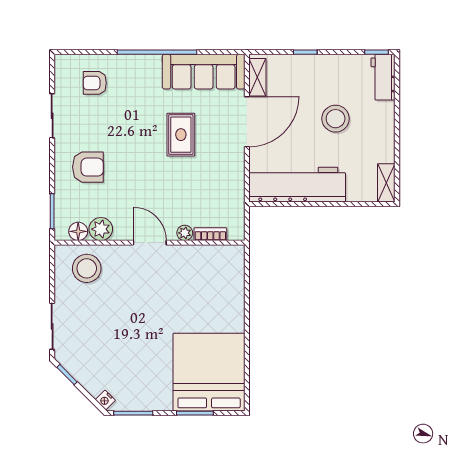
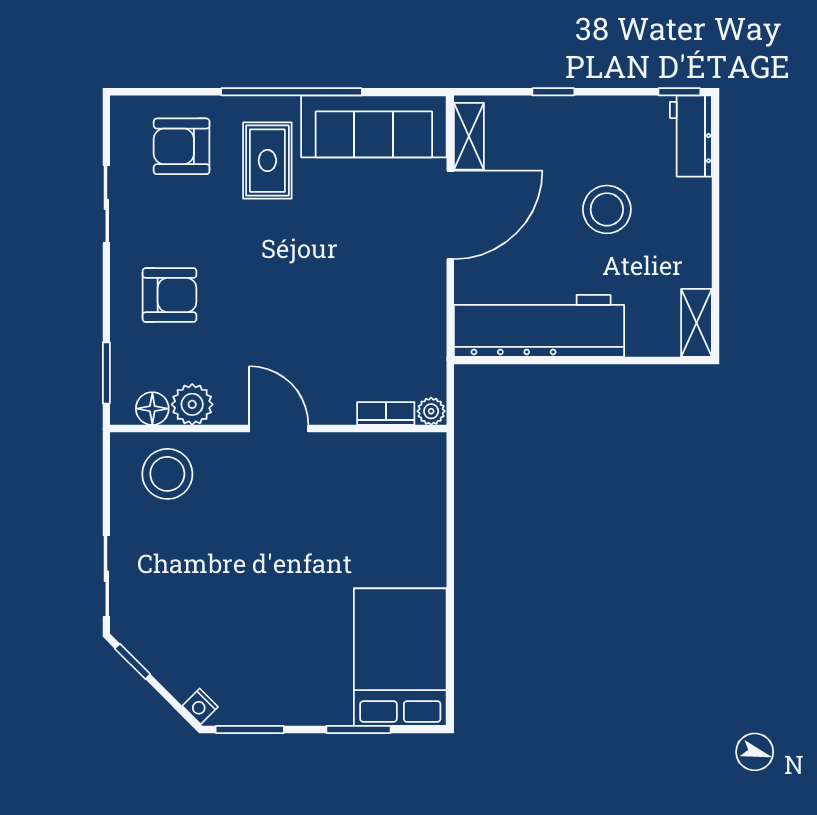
armchair: (95, 83) -> (182, 146), width x1.38, depth x1.38
rug: (181, 135) -> (267, 161), moved
plant: (185, 233) -> (431, 411), moved
bed: (209, 372) -> (400, 657), width x0.73

